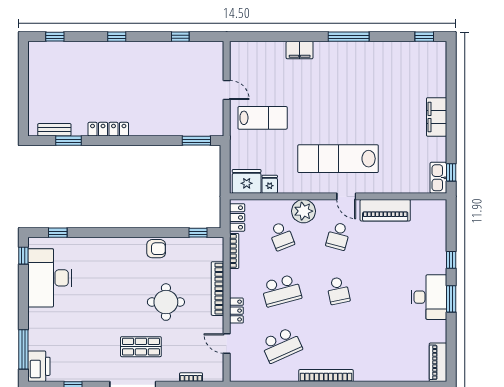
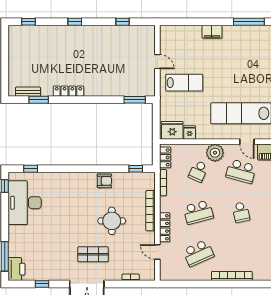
school desk: (281, 236) -> (198, 171), turned 45
school desk: (338, 236) -> (241, 171), width x1.85
locker: (236, 311) -> (165, 227), width x1.53

